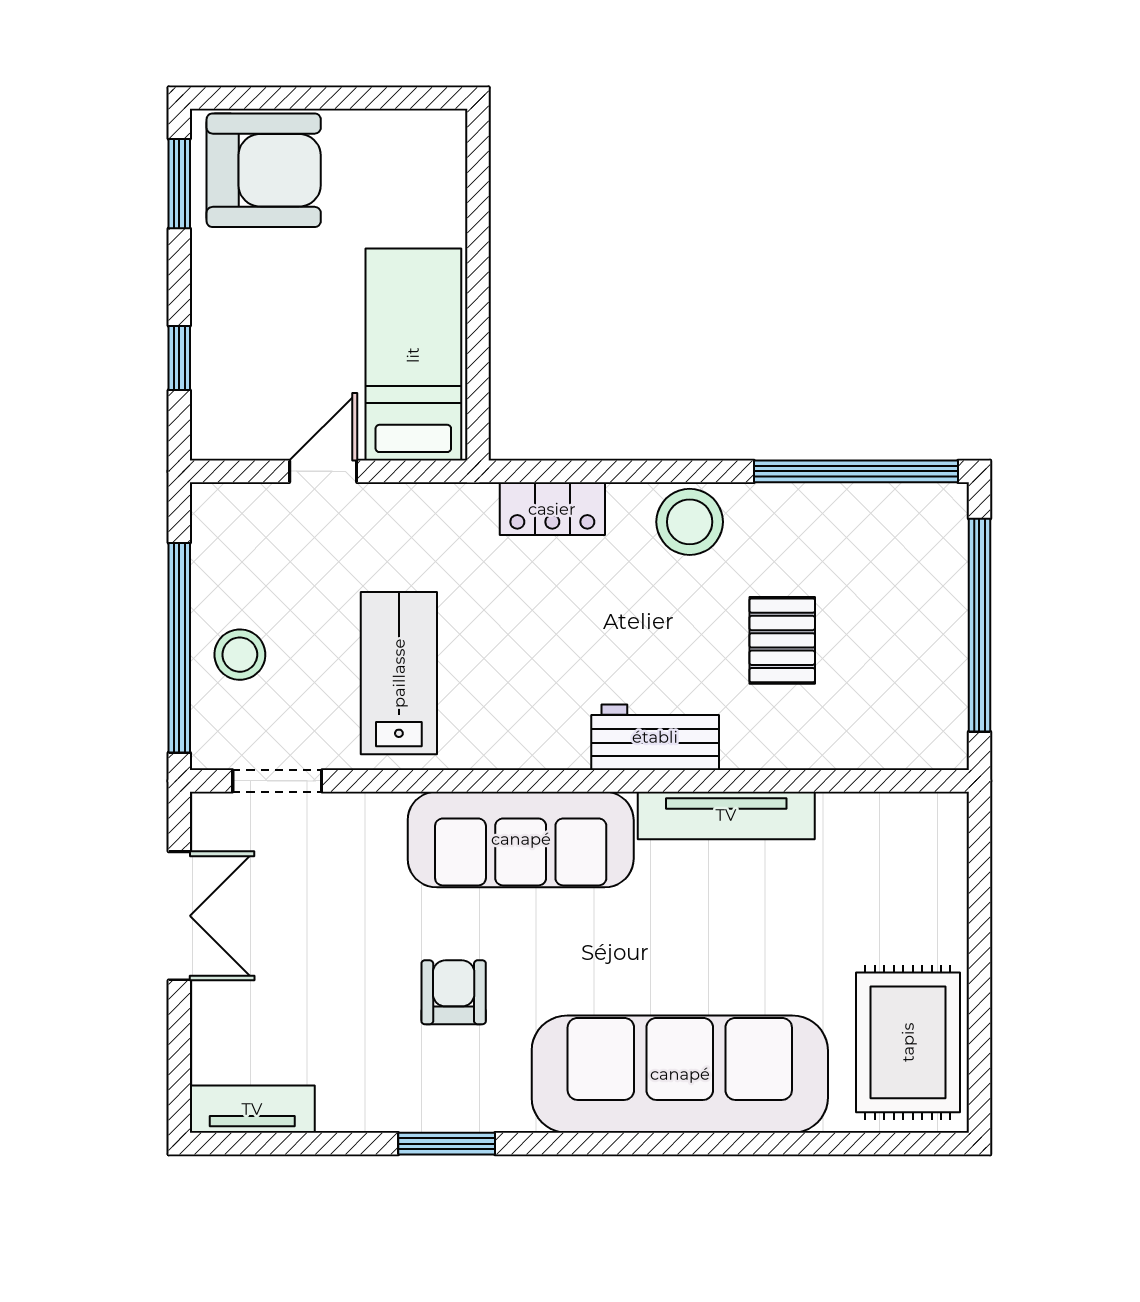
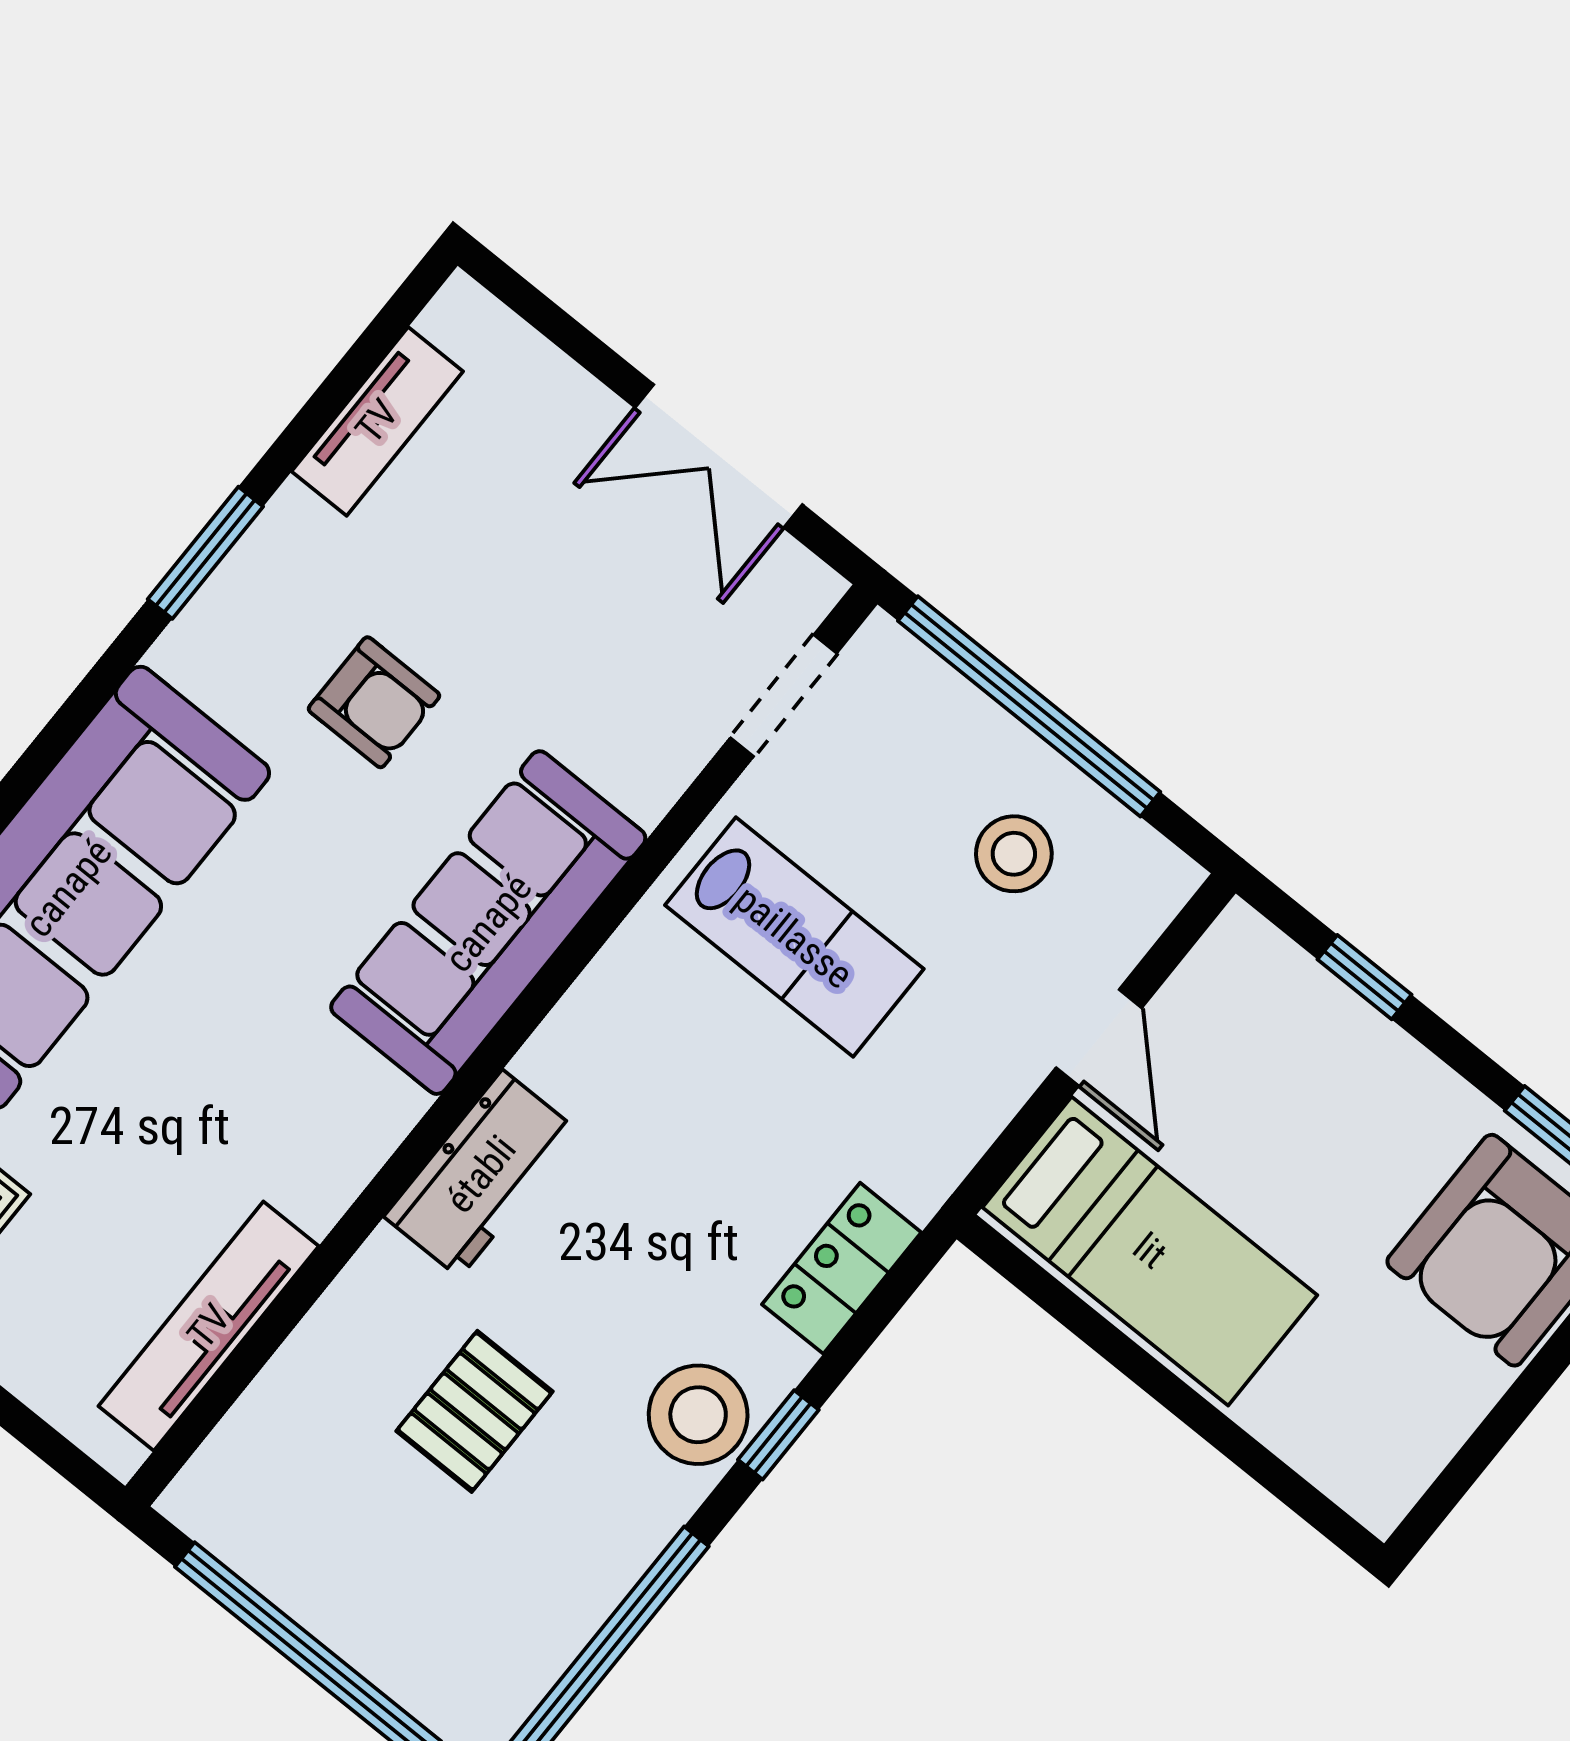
window: (666, 471) -> (778, 1435), added
pallet: (782, 640) -> (474, 1411), turned 90
stool: (240, 655) -> (1014, 854), moved
tv unit: (726, 815) -> (209, 1326), moved
tv unit: (252, 1109) -> (377, 421), moved

